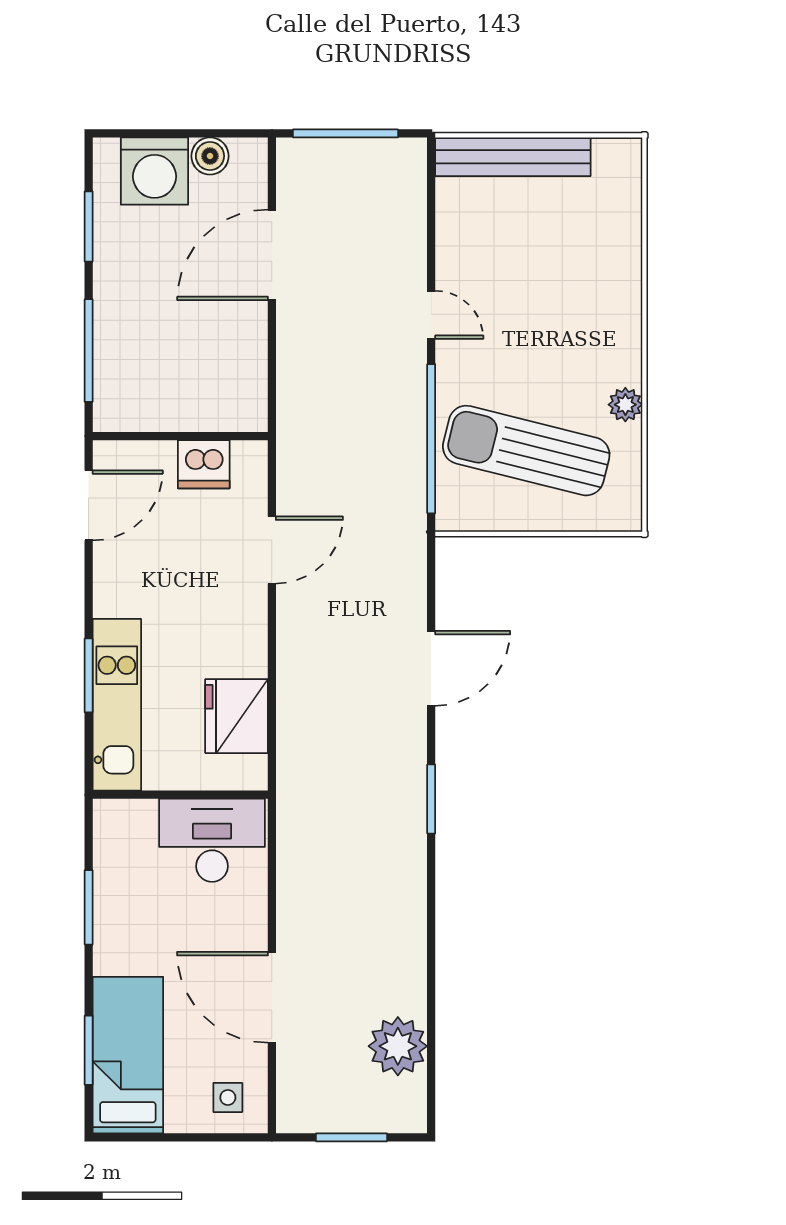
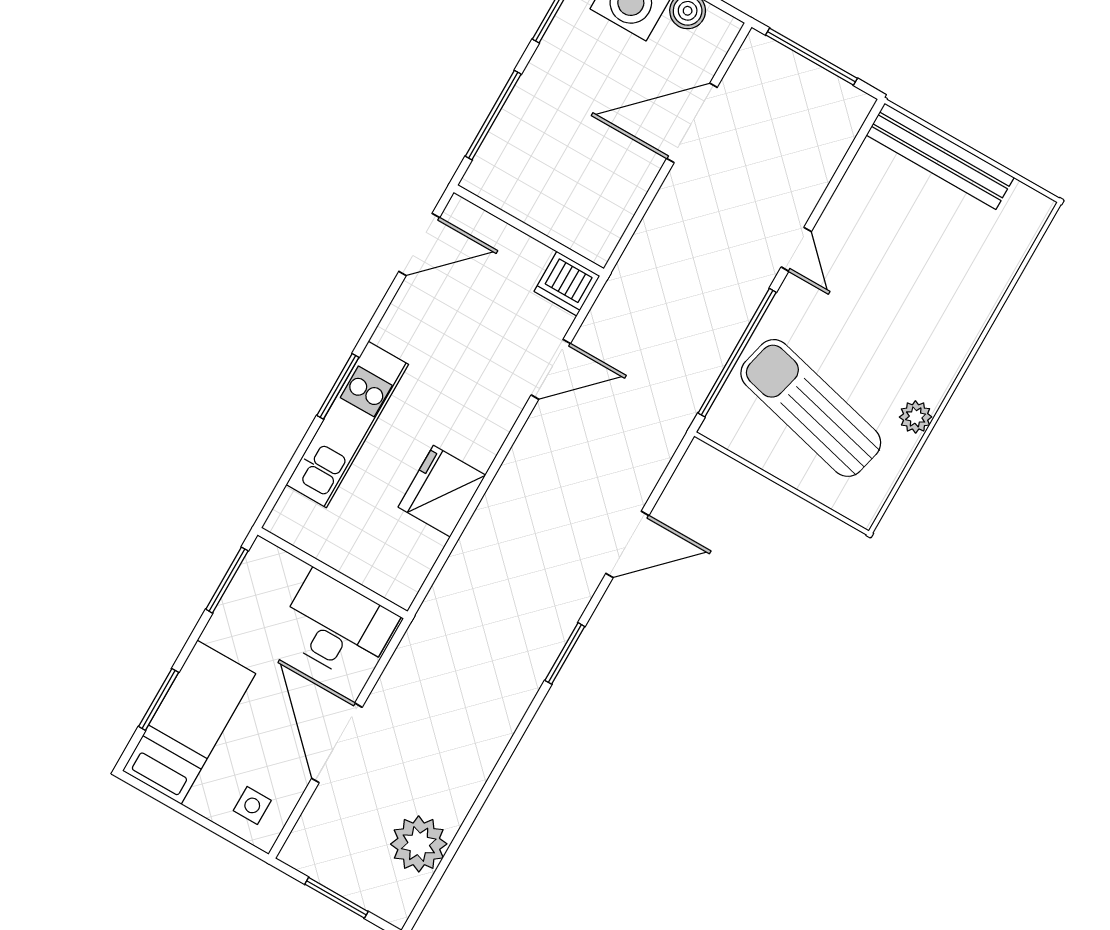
dishwasher: (204, 464) -> (567, 284), moved
wall: (180, 795) -> (333, 573), moved
desk: (212, 840) -> (337, 626), moved

